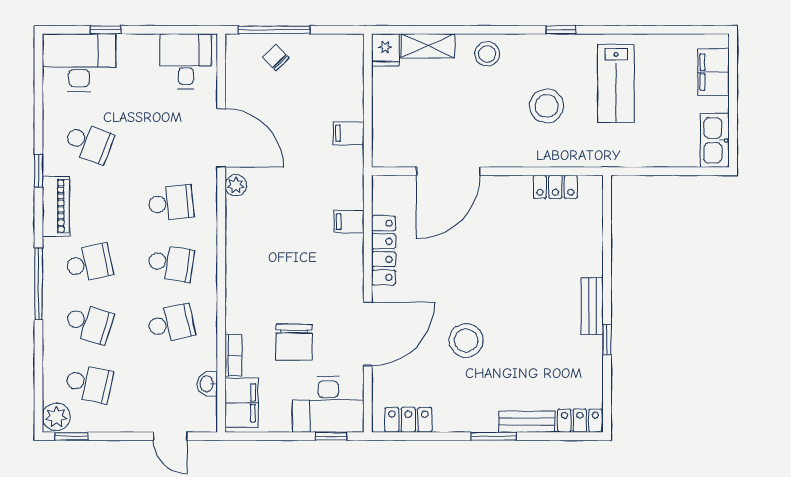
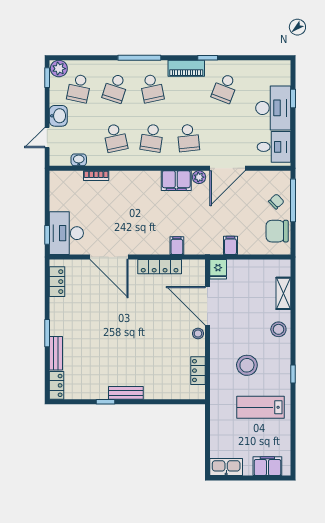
fridge: (385, 50) -> (218, 269), moved, turned -90
desk: (79, 63) -> (273, 108), moved
stool: (466, 340) -> (198, 334), moved, width x0.53, depth x0.53
chair: (294, 342) -> (277, 231), moved
filing cabinet: (242, 403) -> (176, 181), moved
washbasin: (134, 418) -> (58, 116), added

